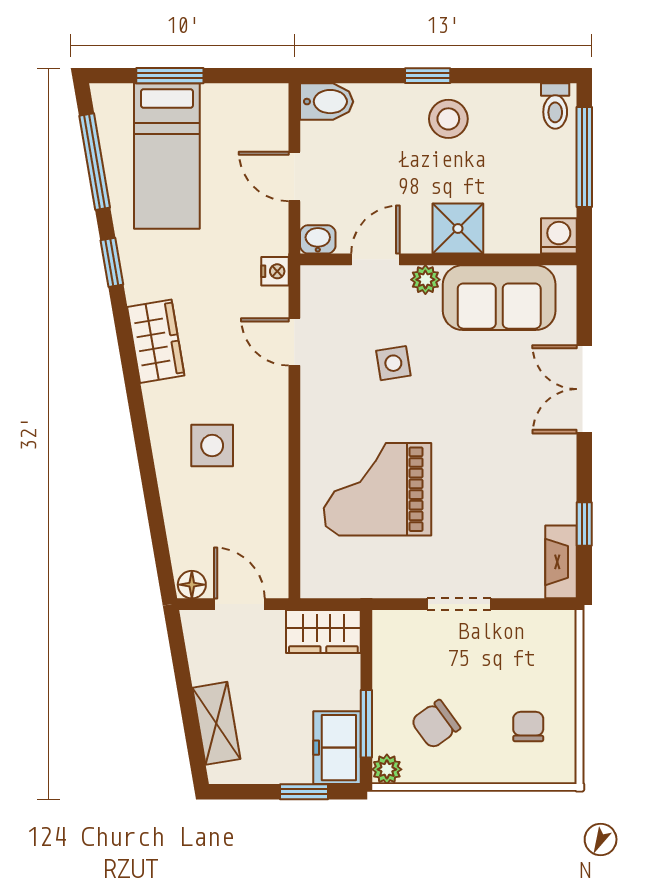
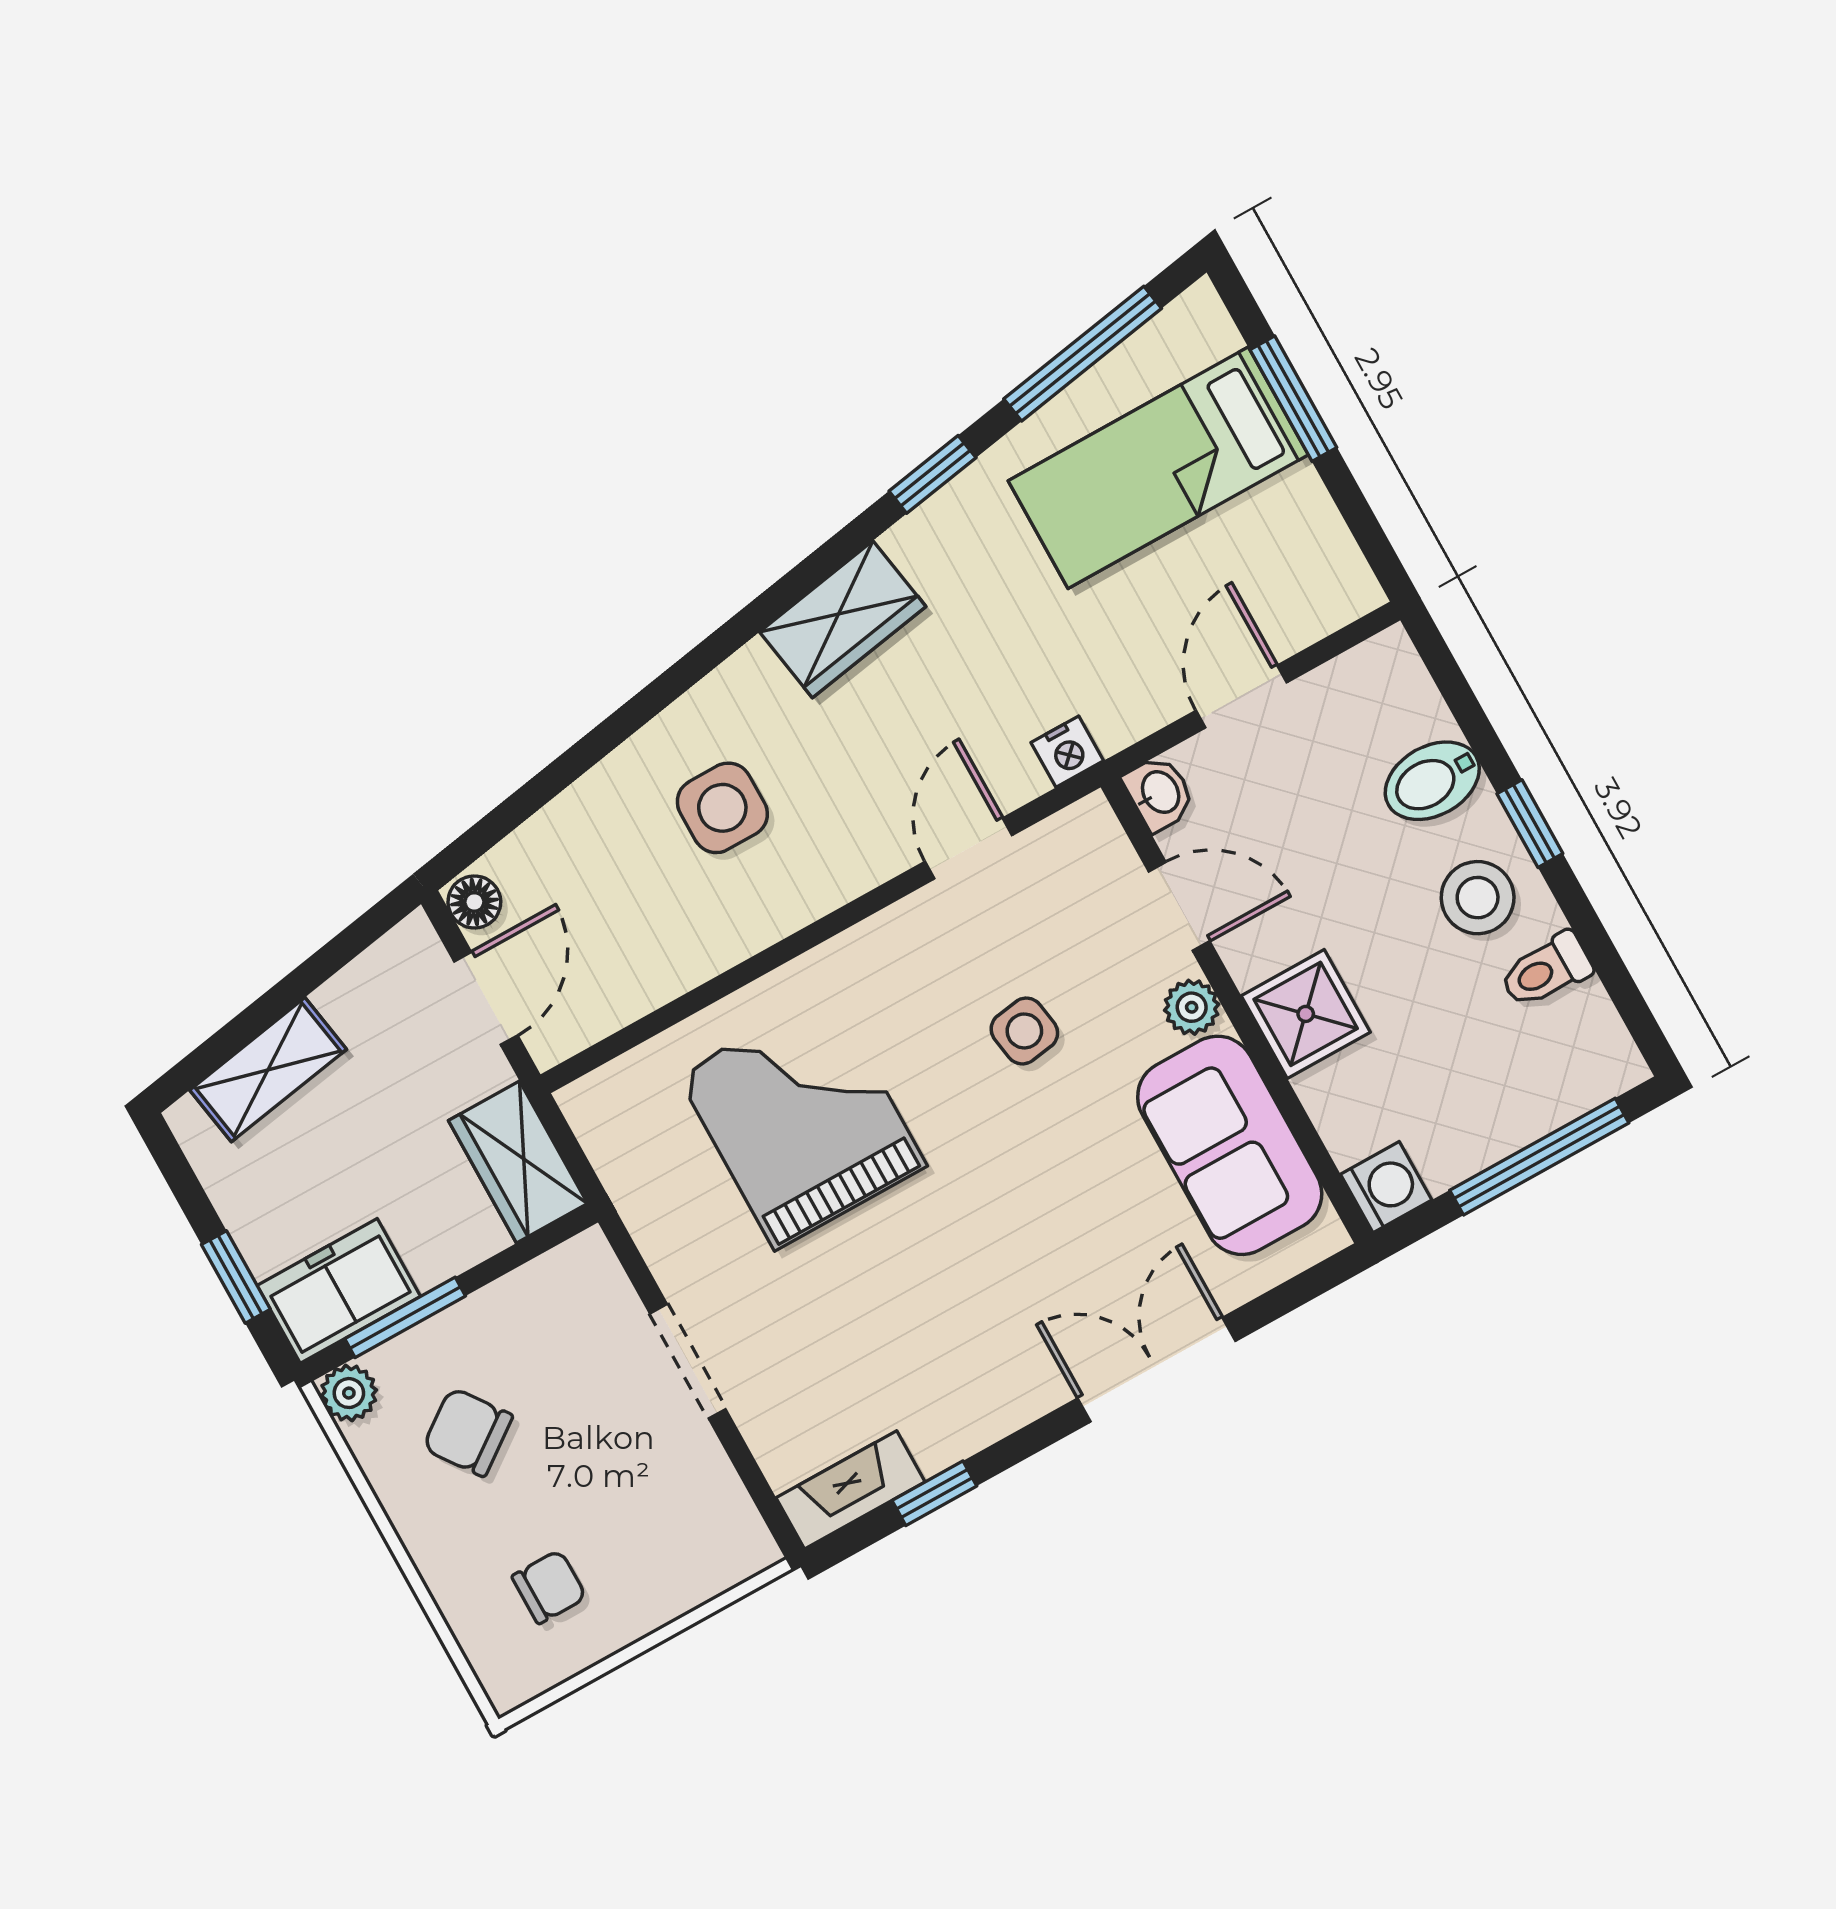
bidet: (327, 102) -> (1432, 781), moved, turned 90
toilet: (555, 106) -> (1546, 970), moved

